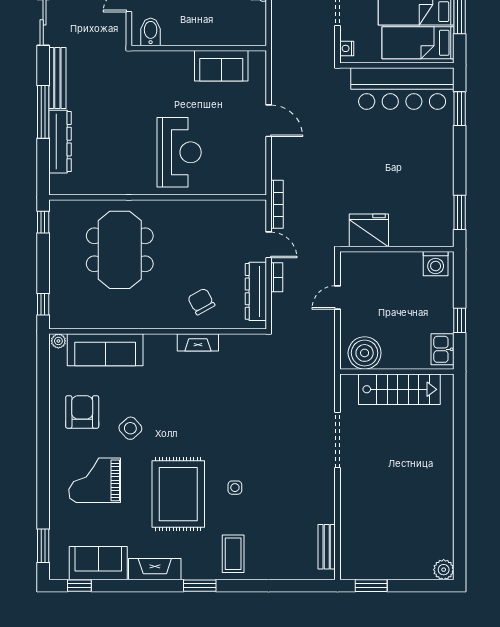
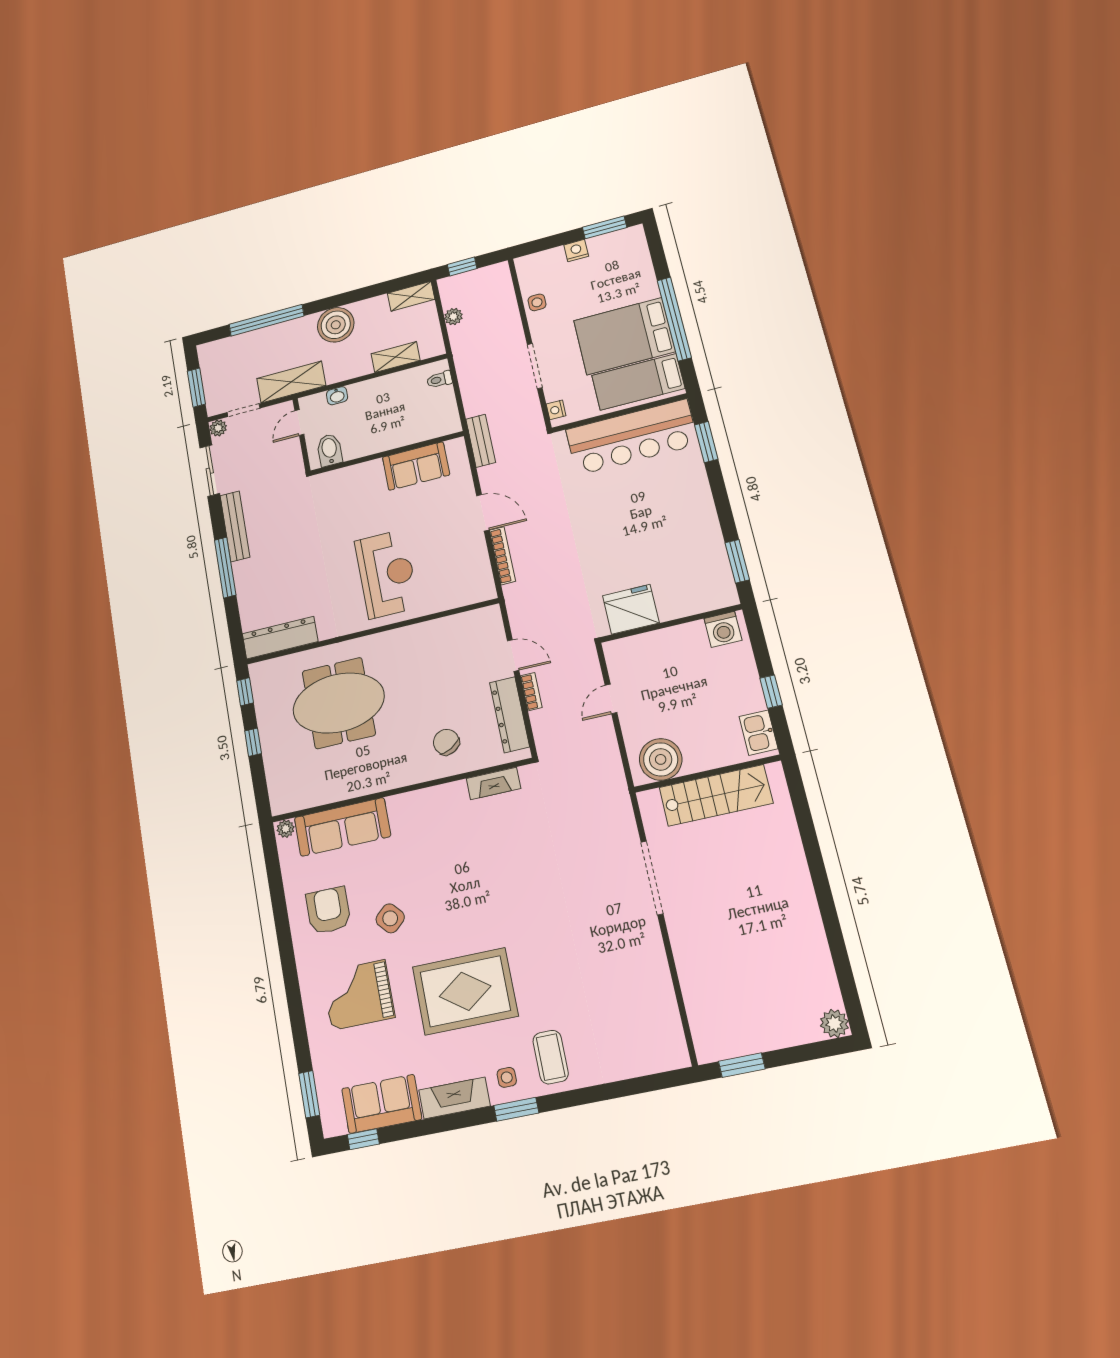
dresser: (60, 142) -> (280, 638), moved, turned -90
bookcase: (277, 204) -> (502, 556), moved
meeting table: (120, 250) -> (339, 703), turned 90
window: (43, 304) -> (253, 742), moved
fireplace: (198, 342) -> (493, 784), moved
side table: (235, 488) -> (507, 1077), moved
rug: (178, 494) -> (465, 991), turned 90
bench: (327, 547) -> (481, 441), moved

